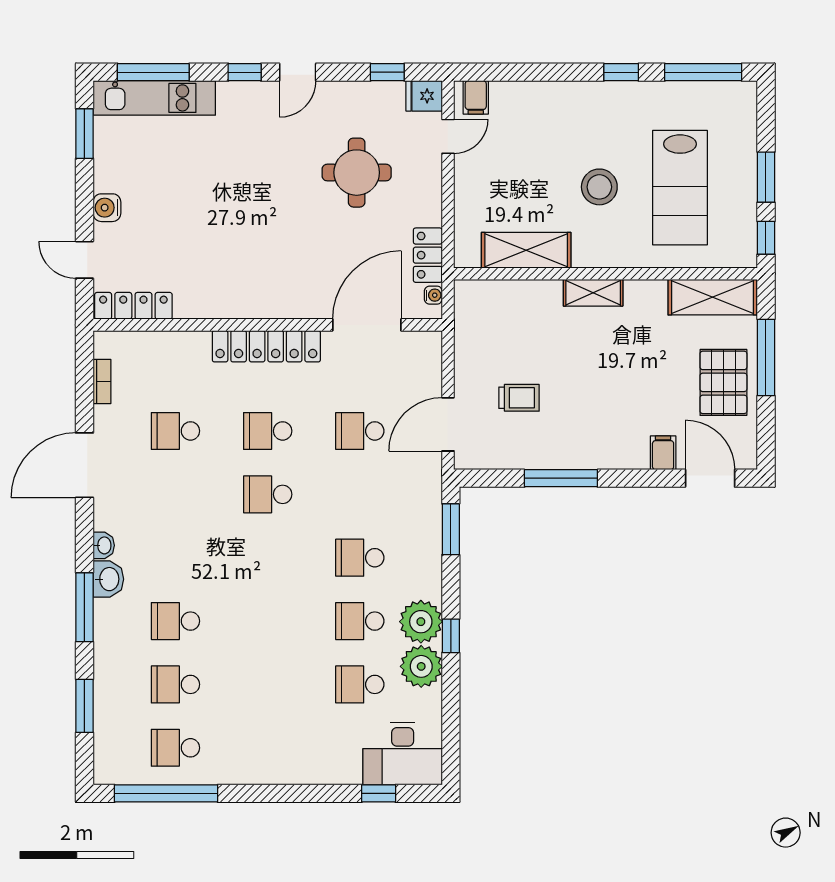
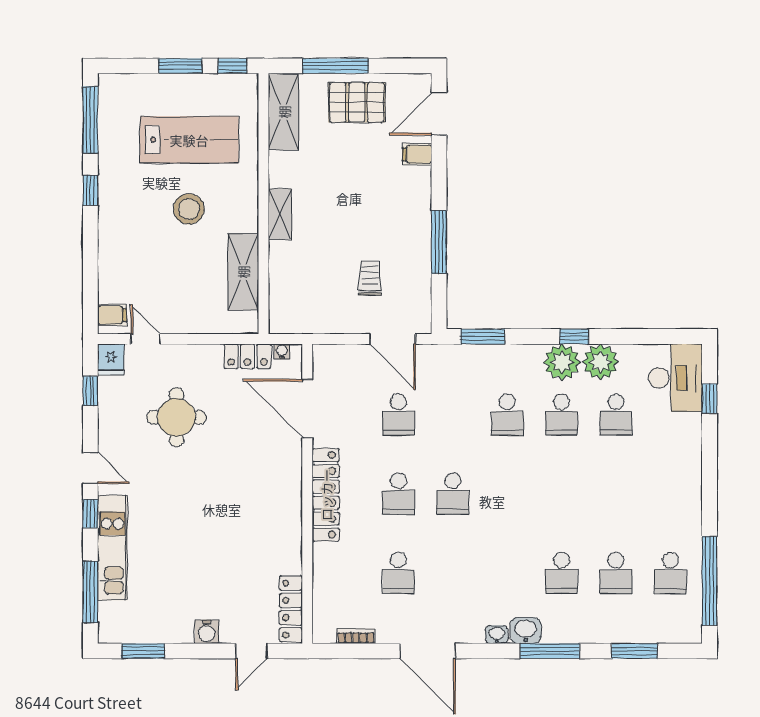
kitchen unit: (154, 98) -> (112, 548), moved

